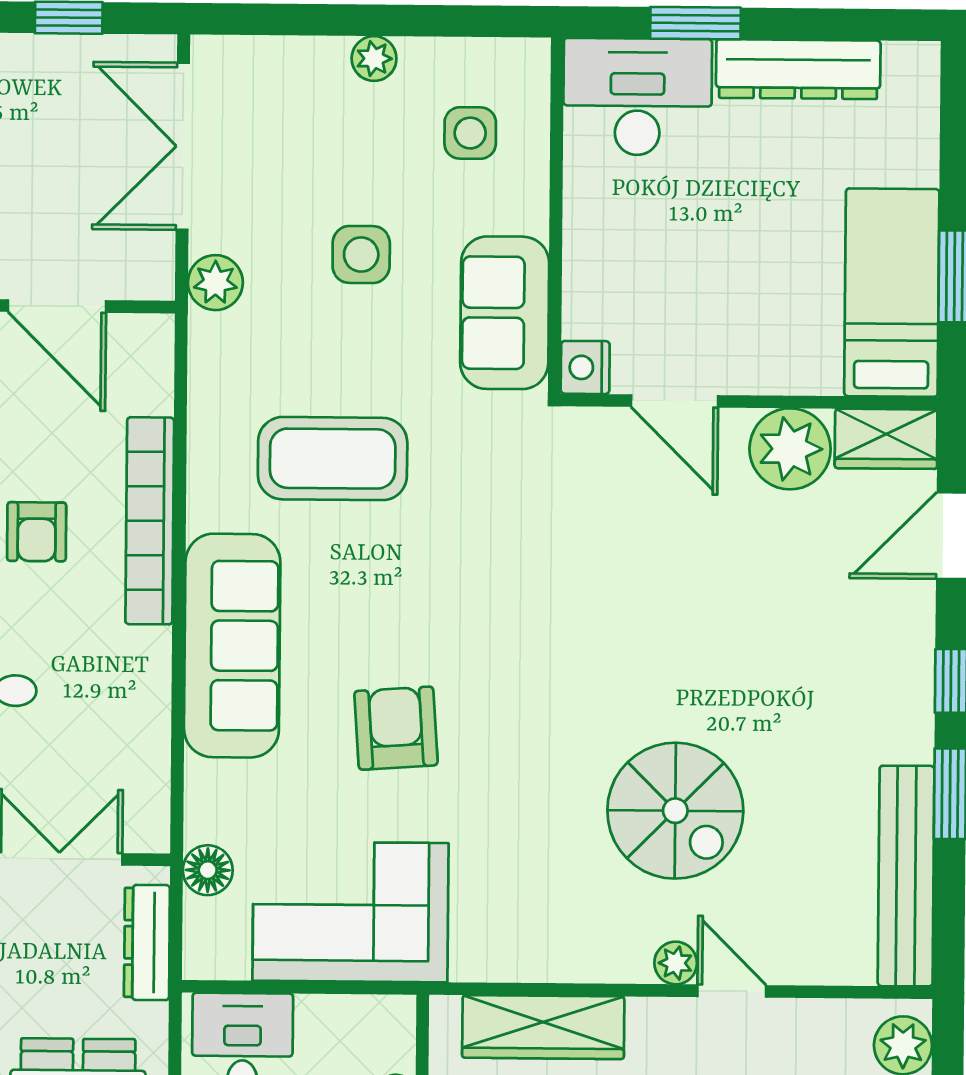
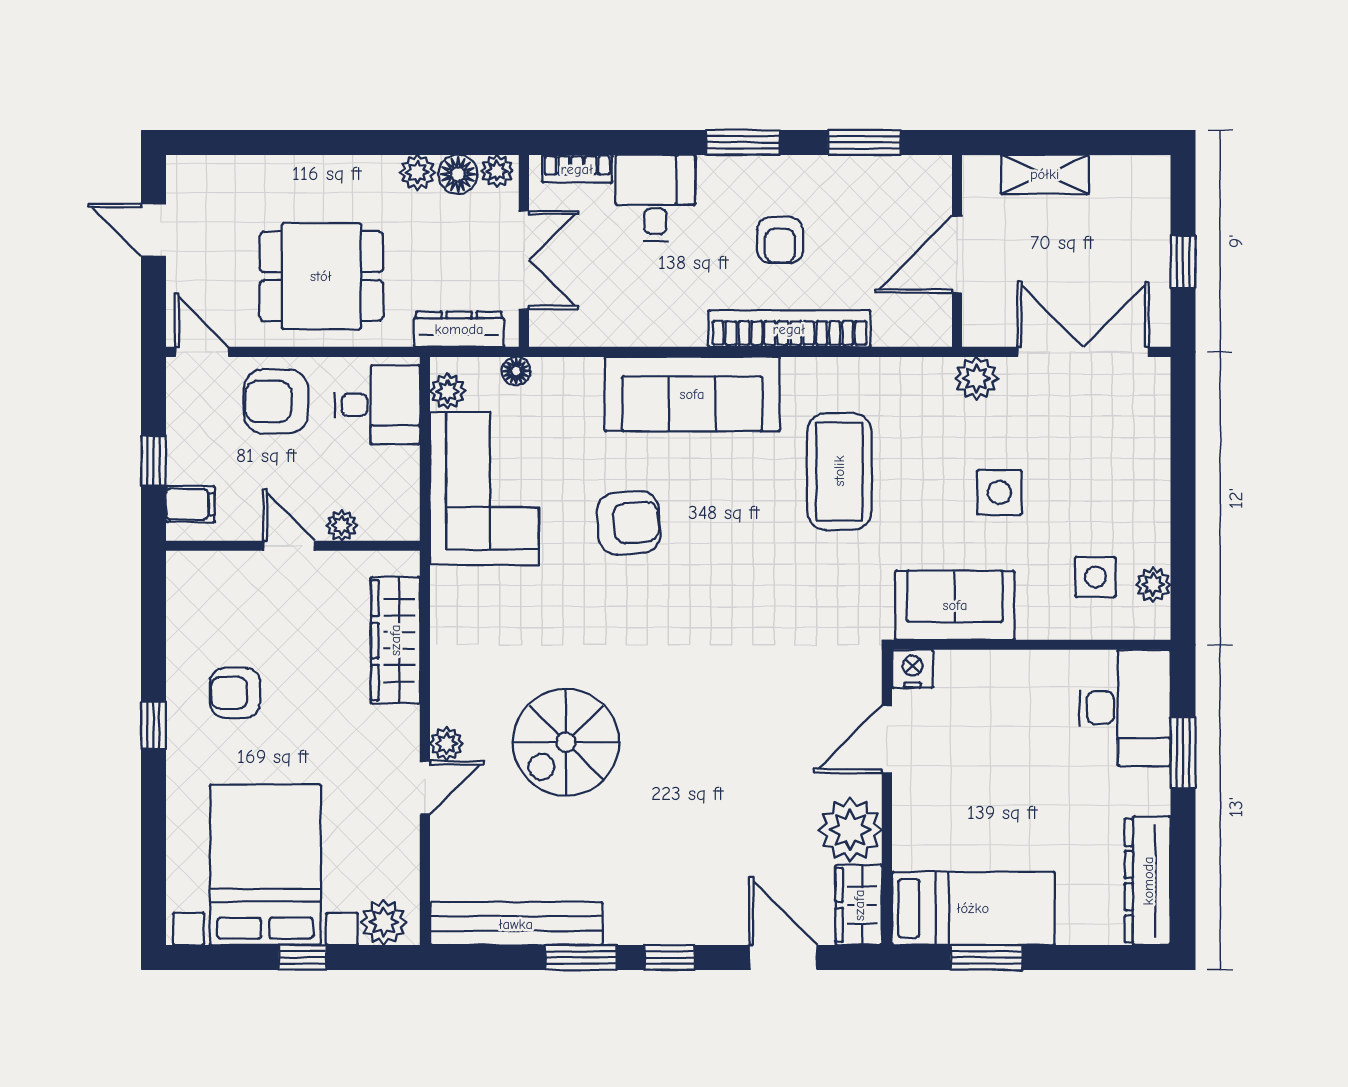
plant: (374, 59) -> (1153, 585), moved
dresser: (798, 69) -> (1148, 881), moved
armchair: (37, 532) -> (780, 240), turned -90
floor lamp: (208, 870) -> (516, 371), width x0.73, depth x0.73
plant: (226, 958) -> (447, 391), added

